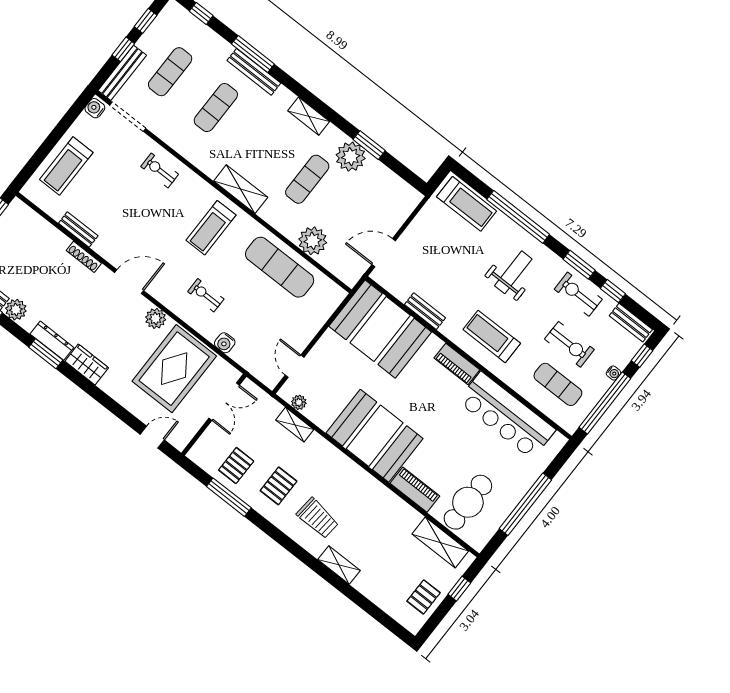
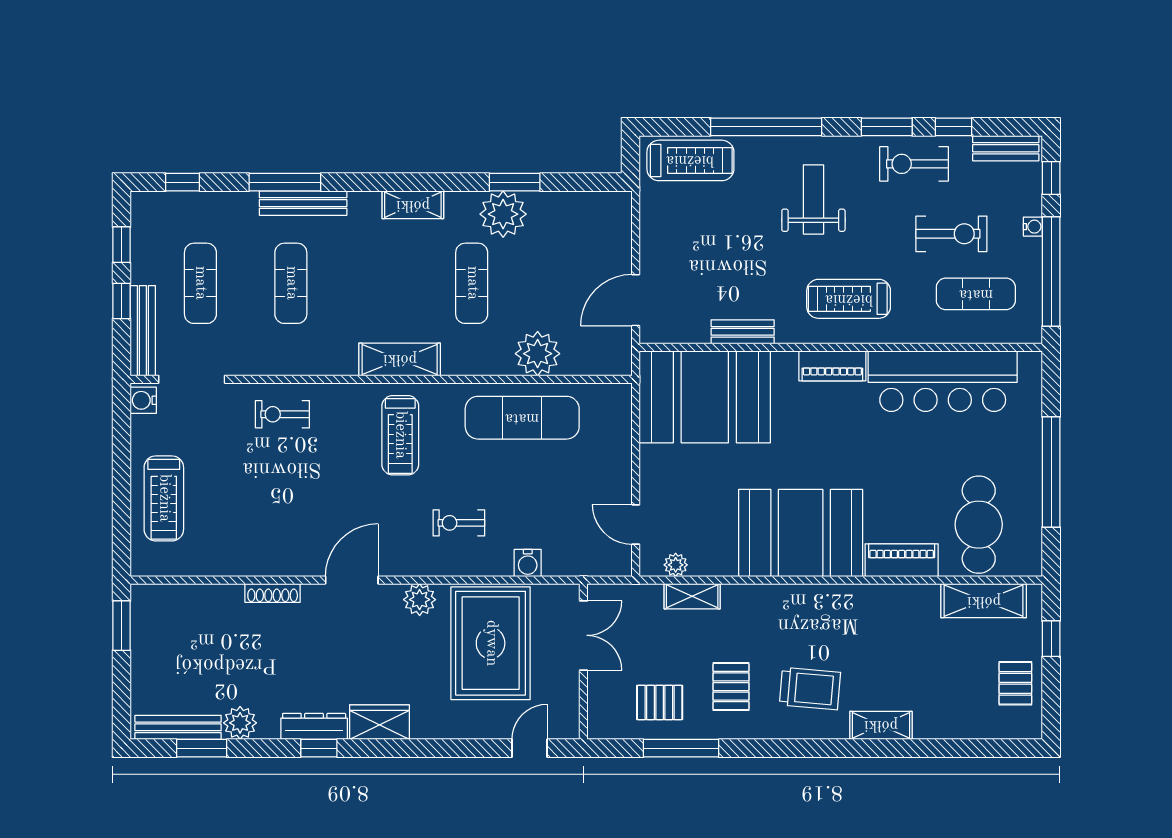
bench: (78, 230) -> (239, 565), removed
window: (46, 354) -> (319, 748), width x0.67
pallet: (236, 466) -> (660, 702), turned 90

